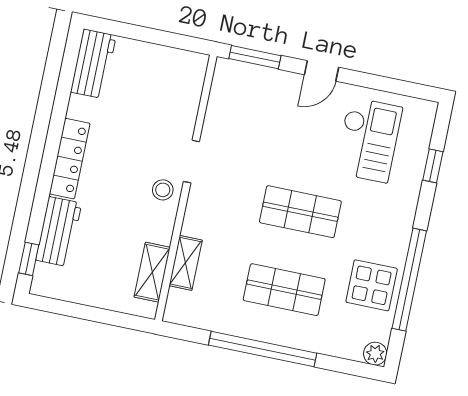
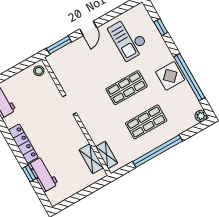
checkout: (368, 140) -> (128, 39), turned 180
stool: (163, 190) -> (39, 71), moved
window: (29, 259) -> (29, 173), moved
shelving: (186, 263) -> (107, 155), moved
display table: (372, 285) -> (170, 76), moved

